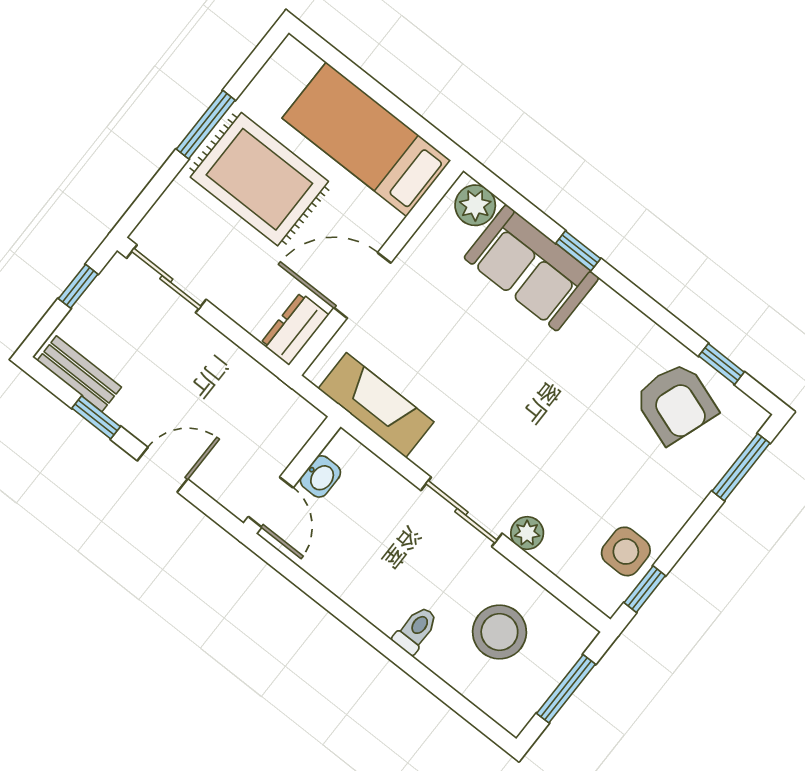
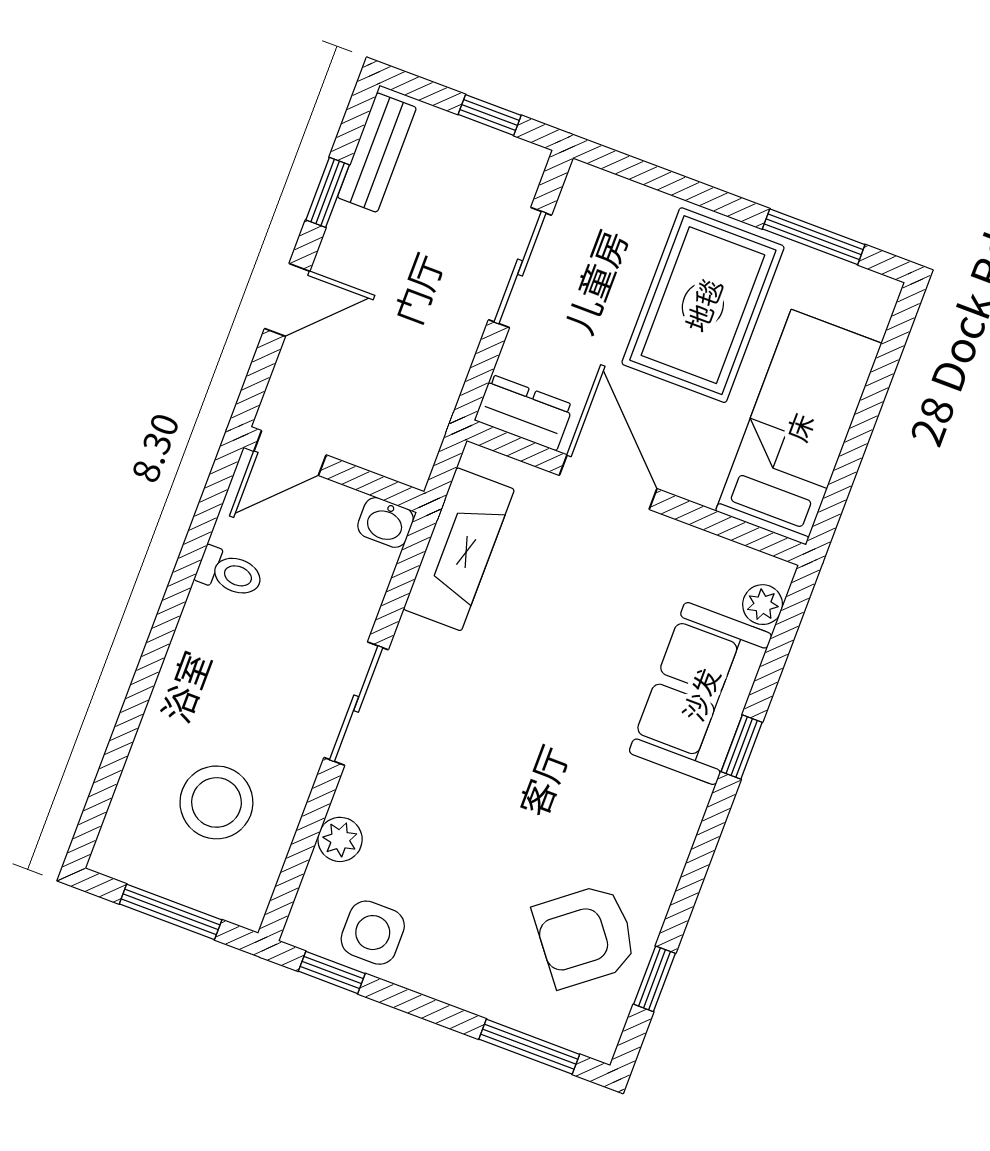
window: (206, 125) -> (814, 237), moved
plant: (475, 205) -> (763, 605), width x0.73, depth x0.73
sliding door: (166, 279) -> (520, 268), moved
armchair: (676, 403) -> (585, 936), turned 33
door: (163, 470) -> (287, 300), hinge flipped
washbasin: (320, 476) -> (386, 522), moved
plant: (527, 533) -> (340, 839), moved
toilet: (416, 630) -> (230, 573), moved

